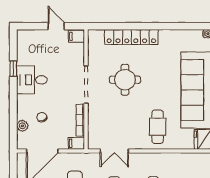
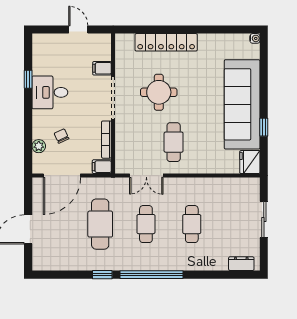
filing cabinet: (76, 36) -> (102, 68), moved
cafe table: (158, 127) -> (174, 142), moved

